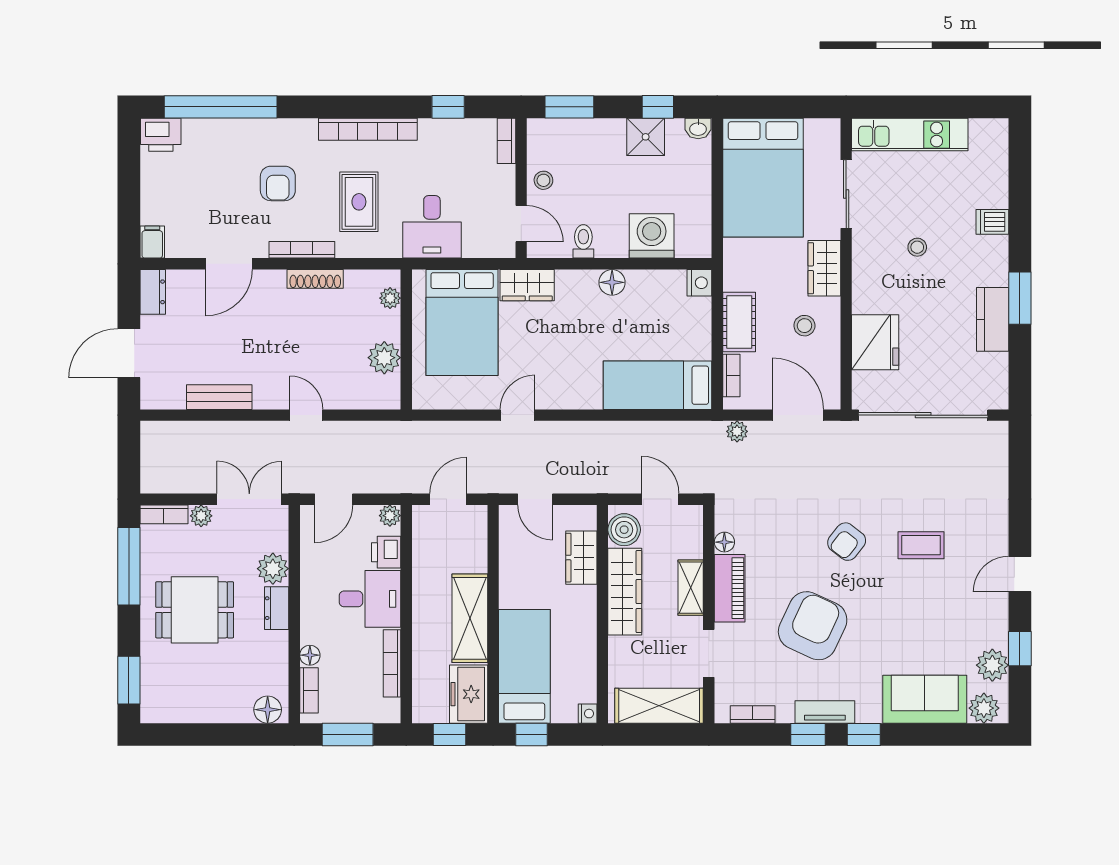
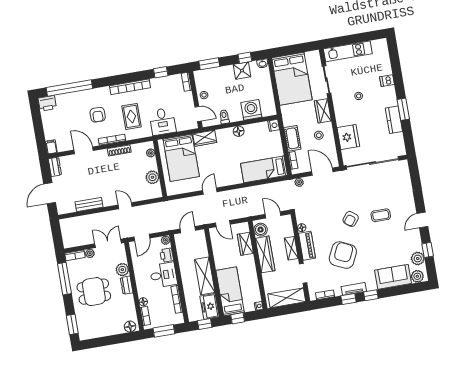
door: (229, 264) -> (84, 150), swing flipped

